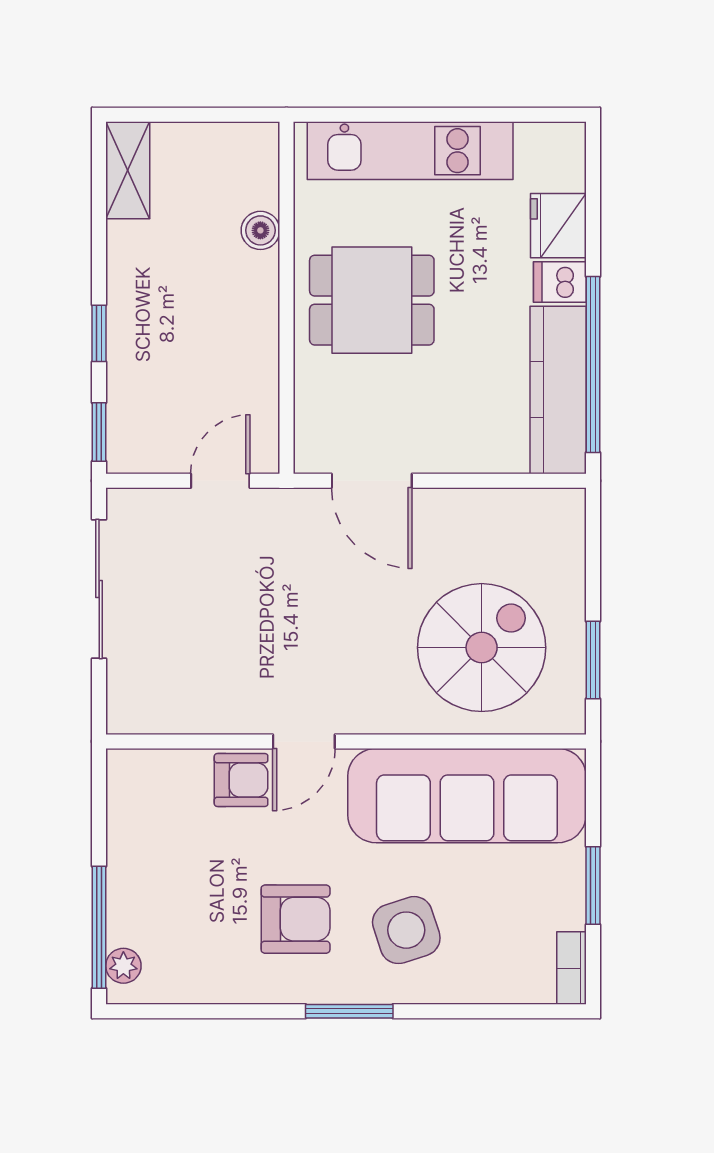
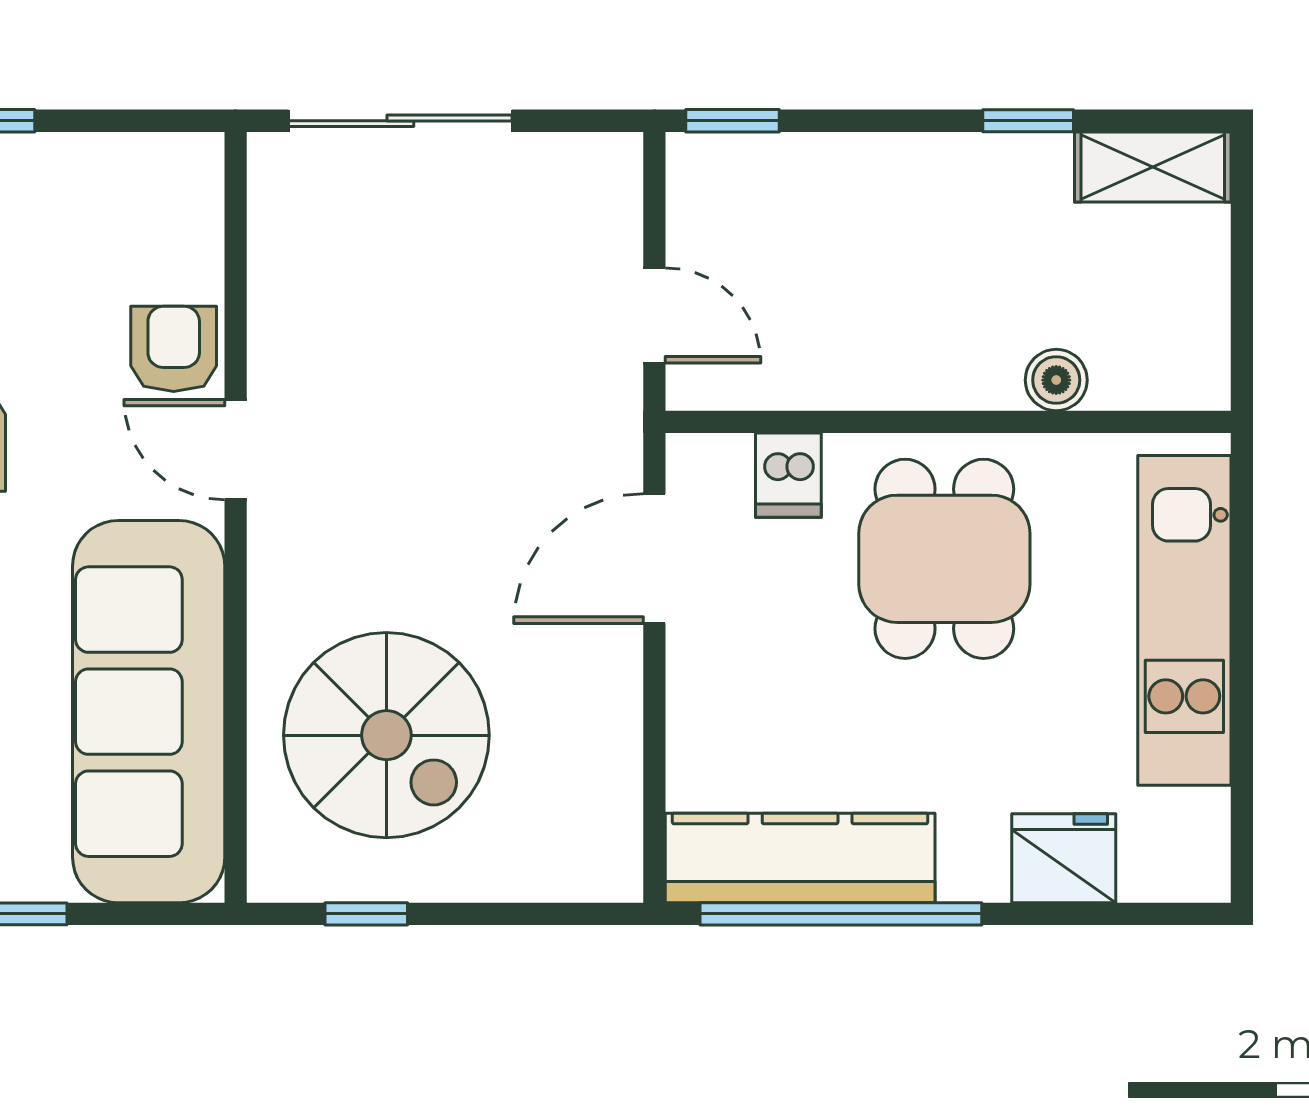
dishwasher: (560, 282) -> (788, 475), moved, turned 180
window: (99, 333) -> (1028, 121), moved
sliding door: (99, 589) -> (400, 121), moved
window: (593, 660) -> (366, 914), width x0.67
armchair: (241, 780) -> (174, 349), turned 180

